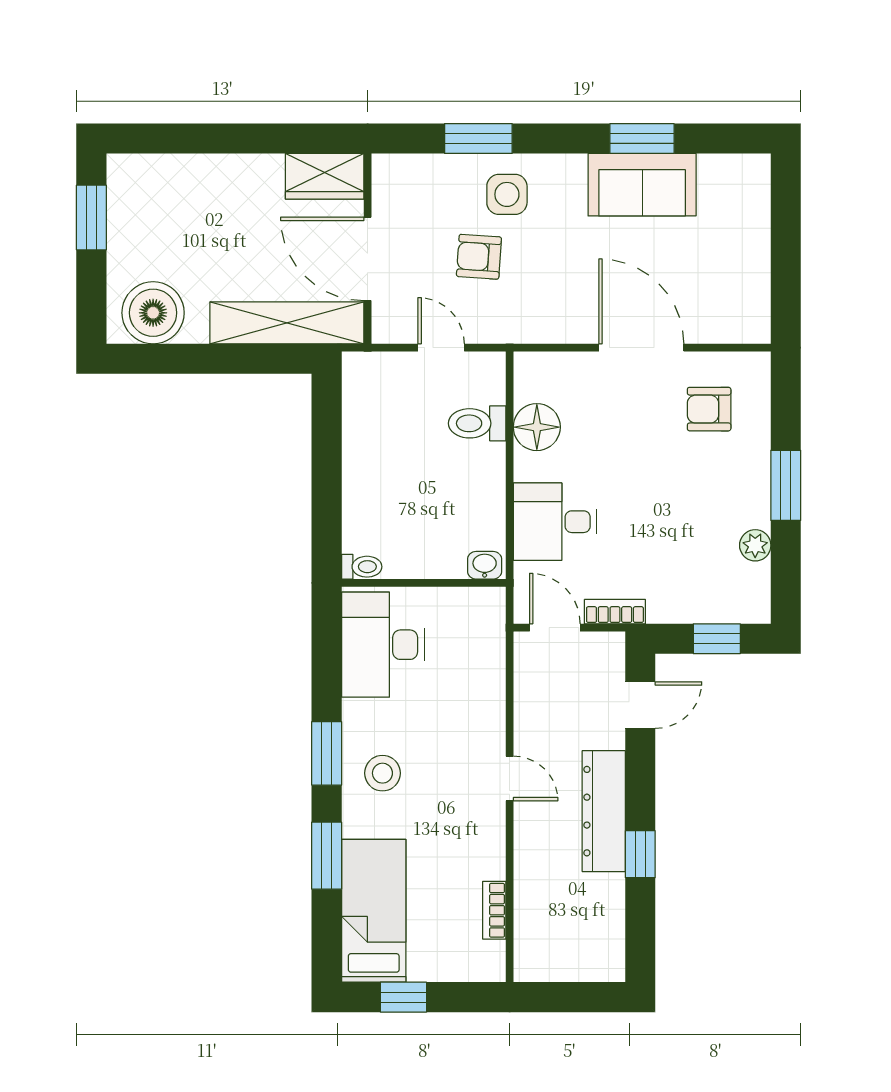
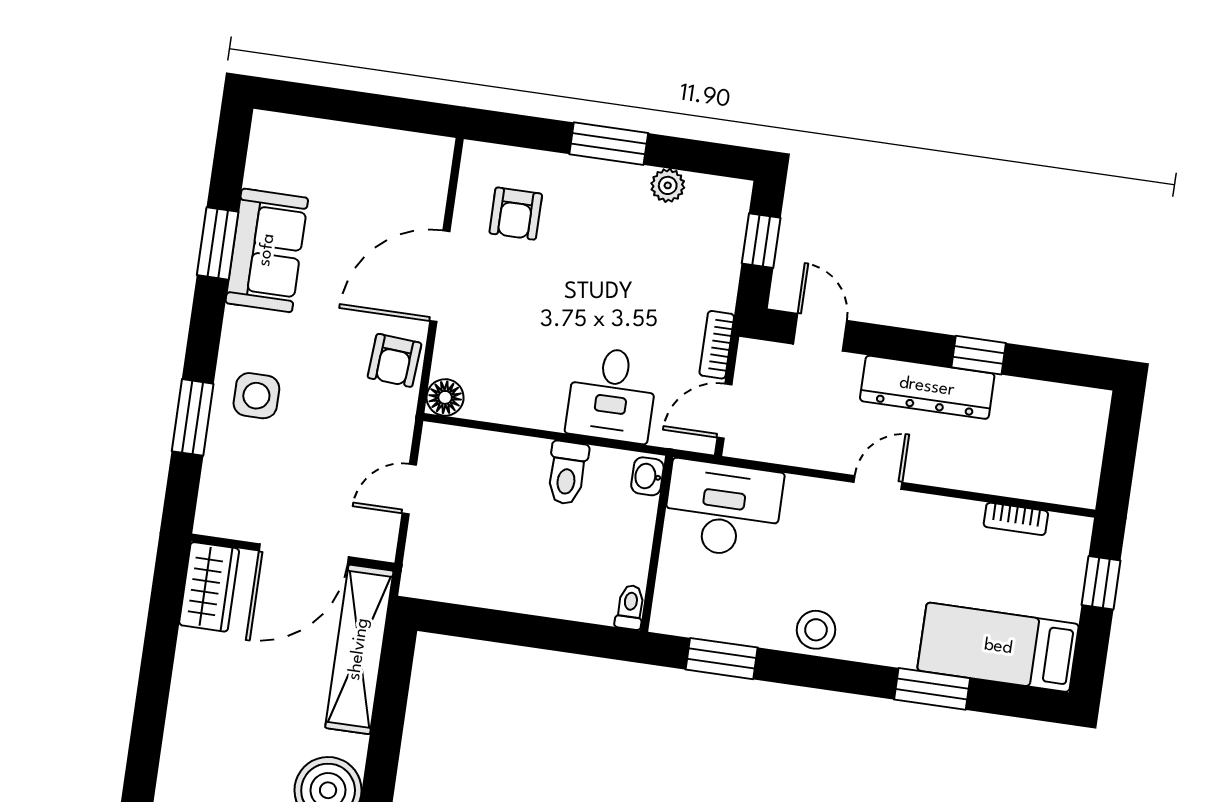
armchair: (479, 257) -> (394, 360), moved
toilet: (477, 423) -> (567, 473), moved
floor lamp: (537, 427) -> (445, 397), moved, width x0.73, depth x0.73
desk: (383, 645) -> (723, 509), moved, turned 180
window: (327, 753) -> (722, 659), moved
stool: (382, 773) -> (816, 630), moved
window: (403, 997) -> (1101, 583), moved

